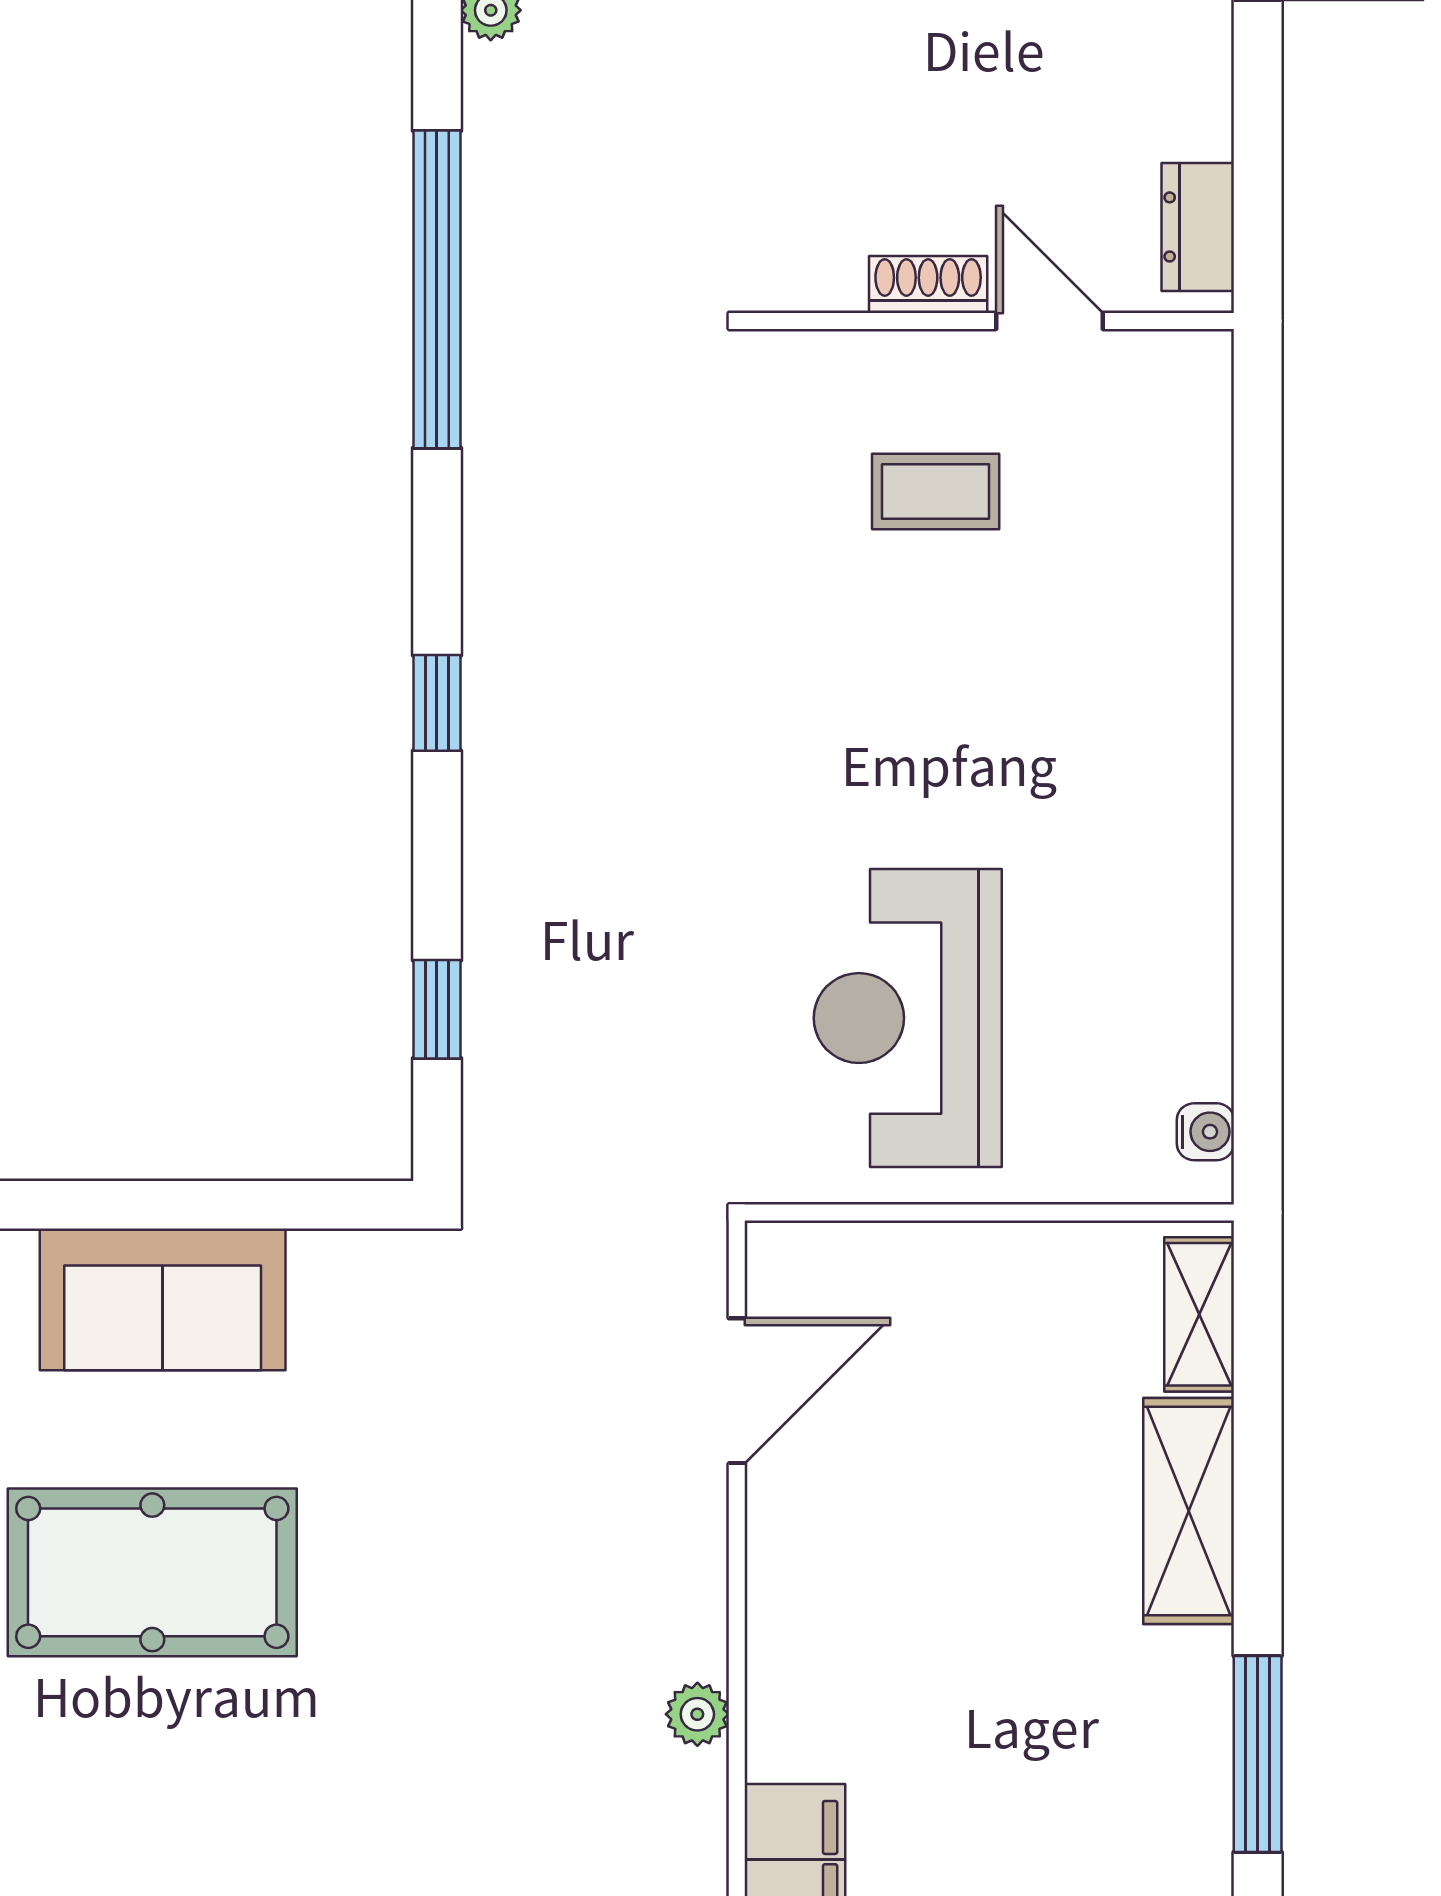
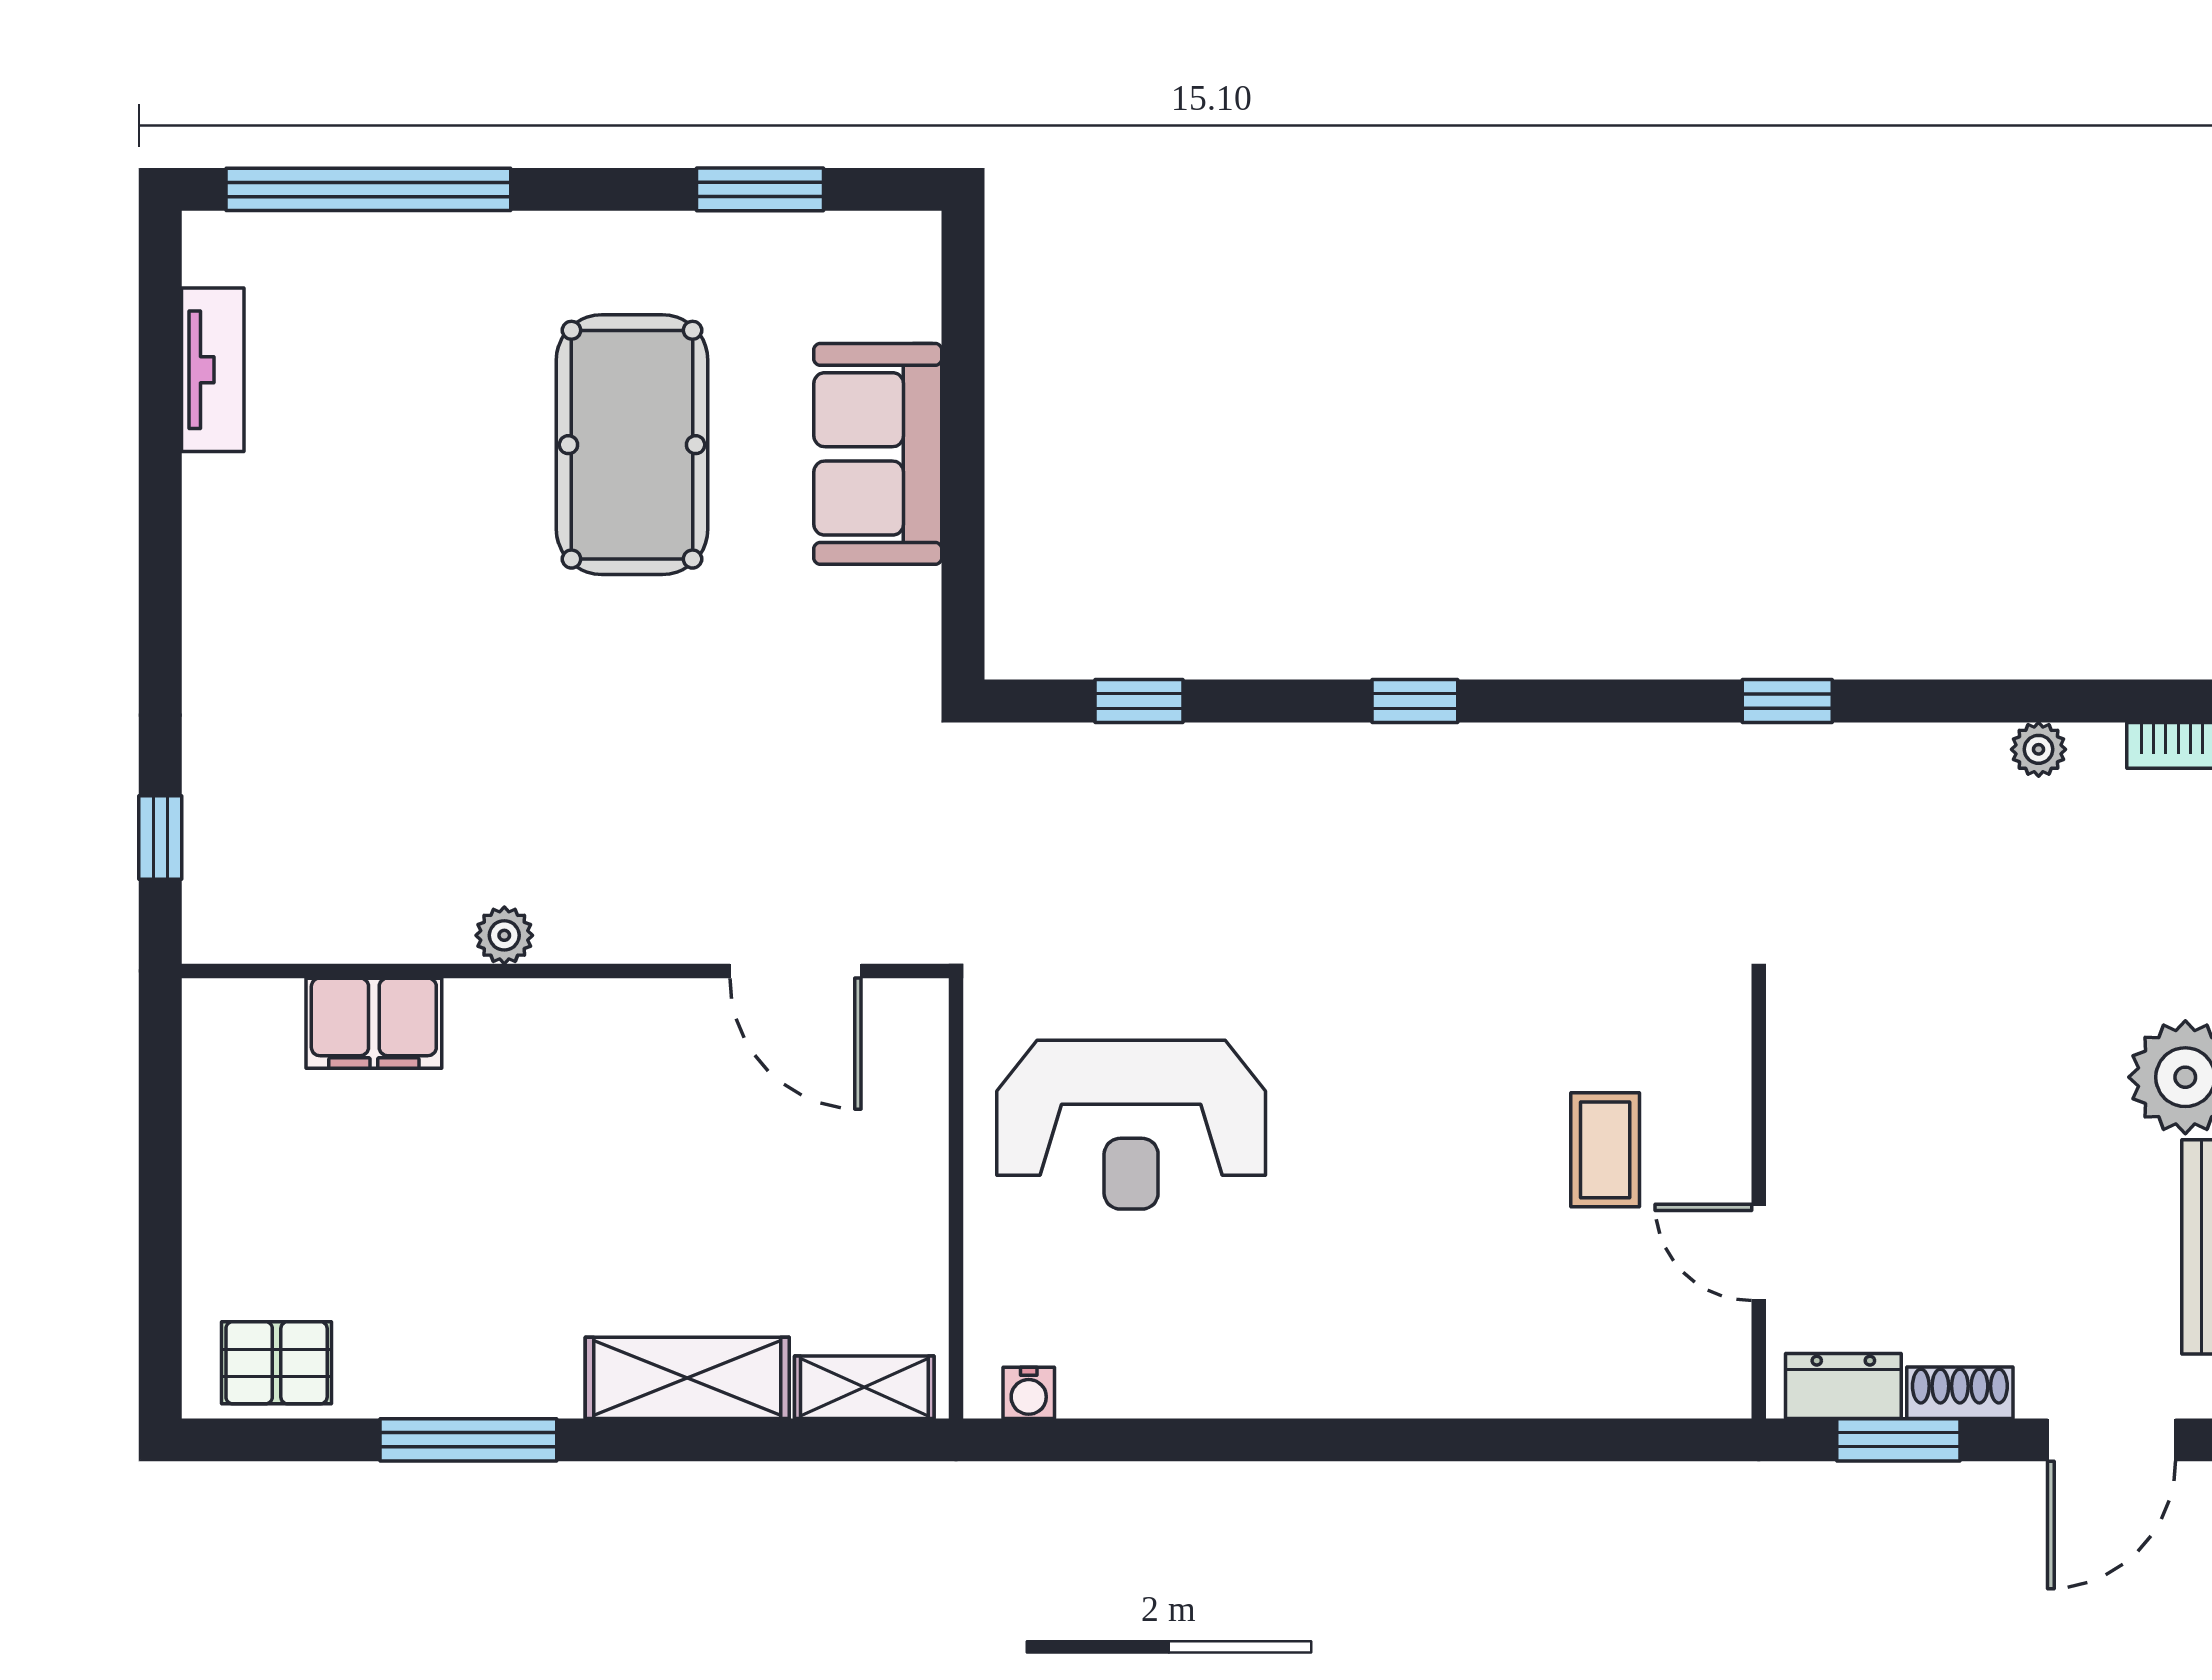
window: (1258, 166) -> (1898, 1440), added
shoe rack: (928, 284) -> (1960, 1393), moved, turned -90
window: (437, 289) -> (1787, 701), width x0.32
door: (1049, 321) -> (1759, 1252), swing flipped
reception desk: (908, 1018) -> (1131, 1125), turned 180

